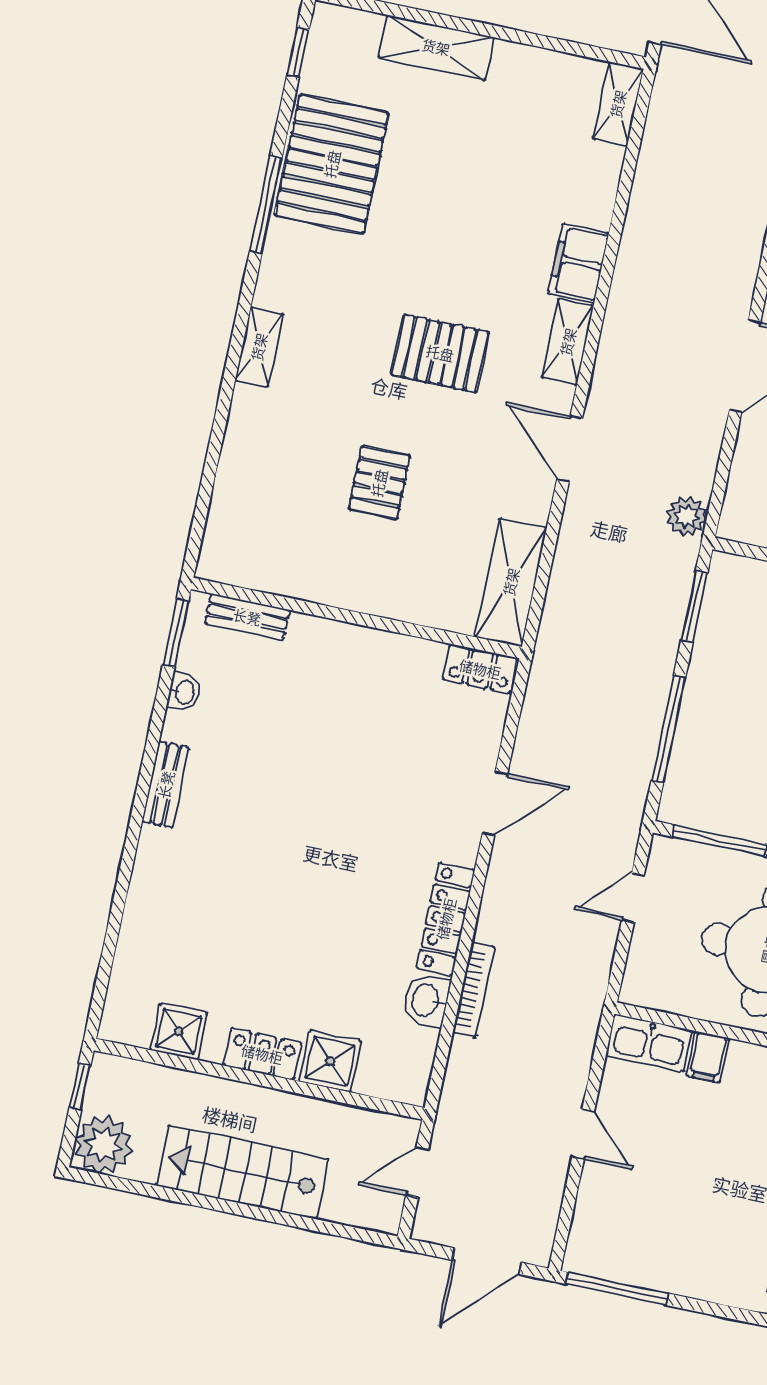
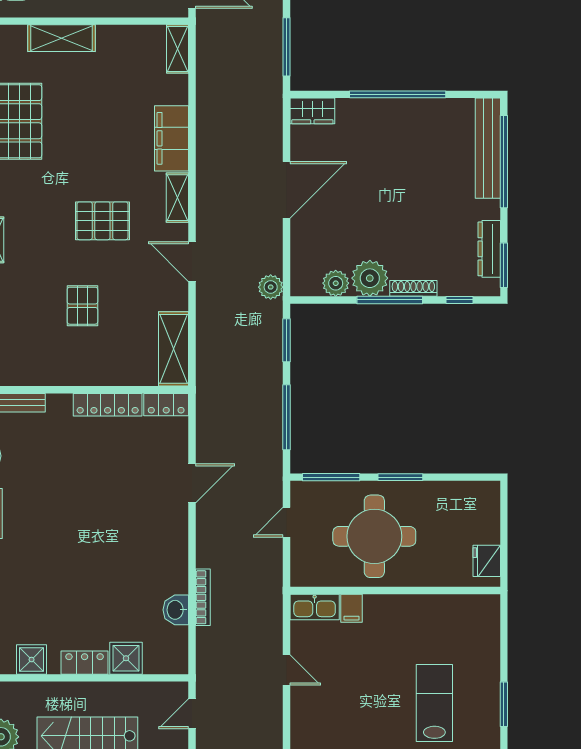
filing cabinet: (579, 263) -> (172, 138), width x1.50, depth x1.17
locker: (446, 919) -> (108, 405), moved, turned -90

